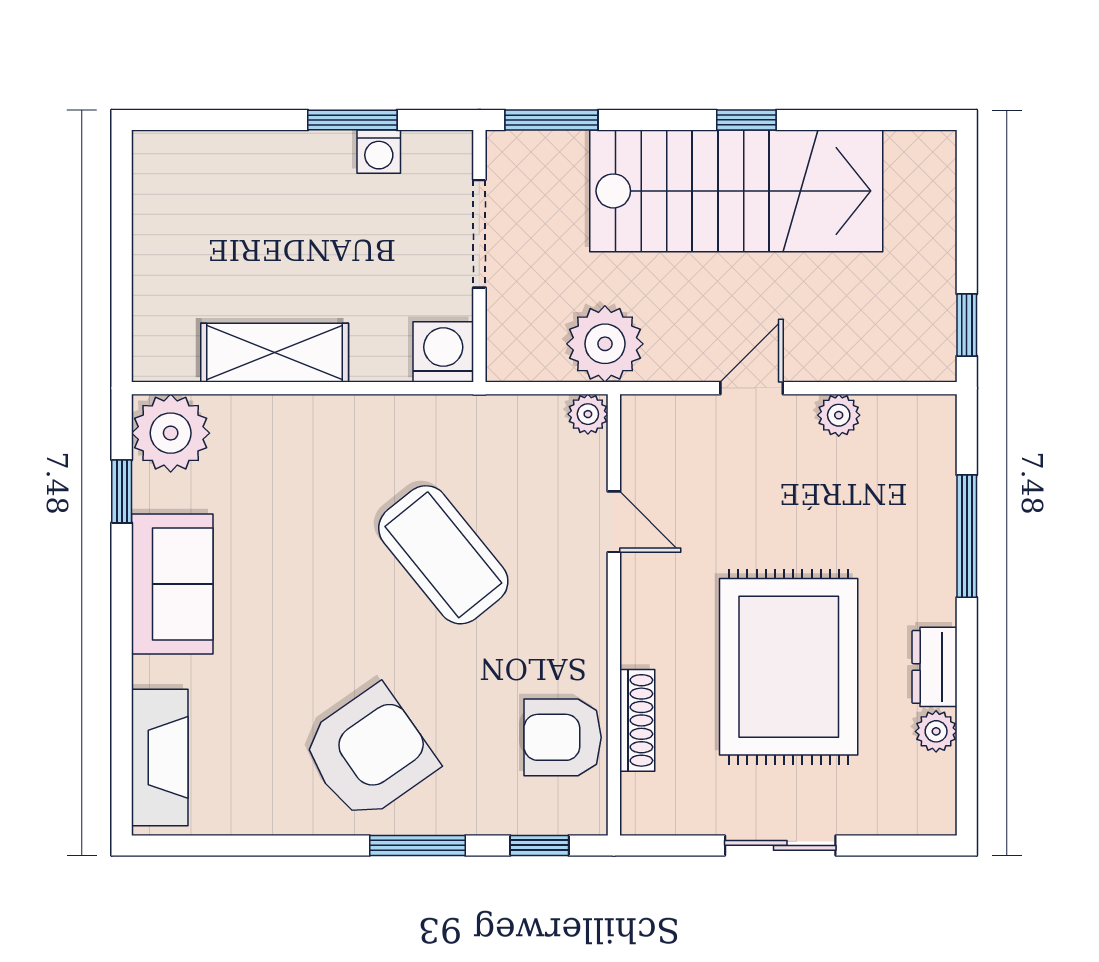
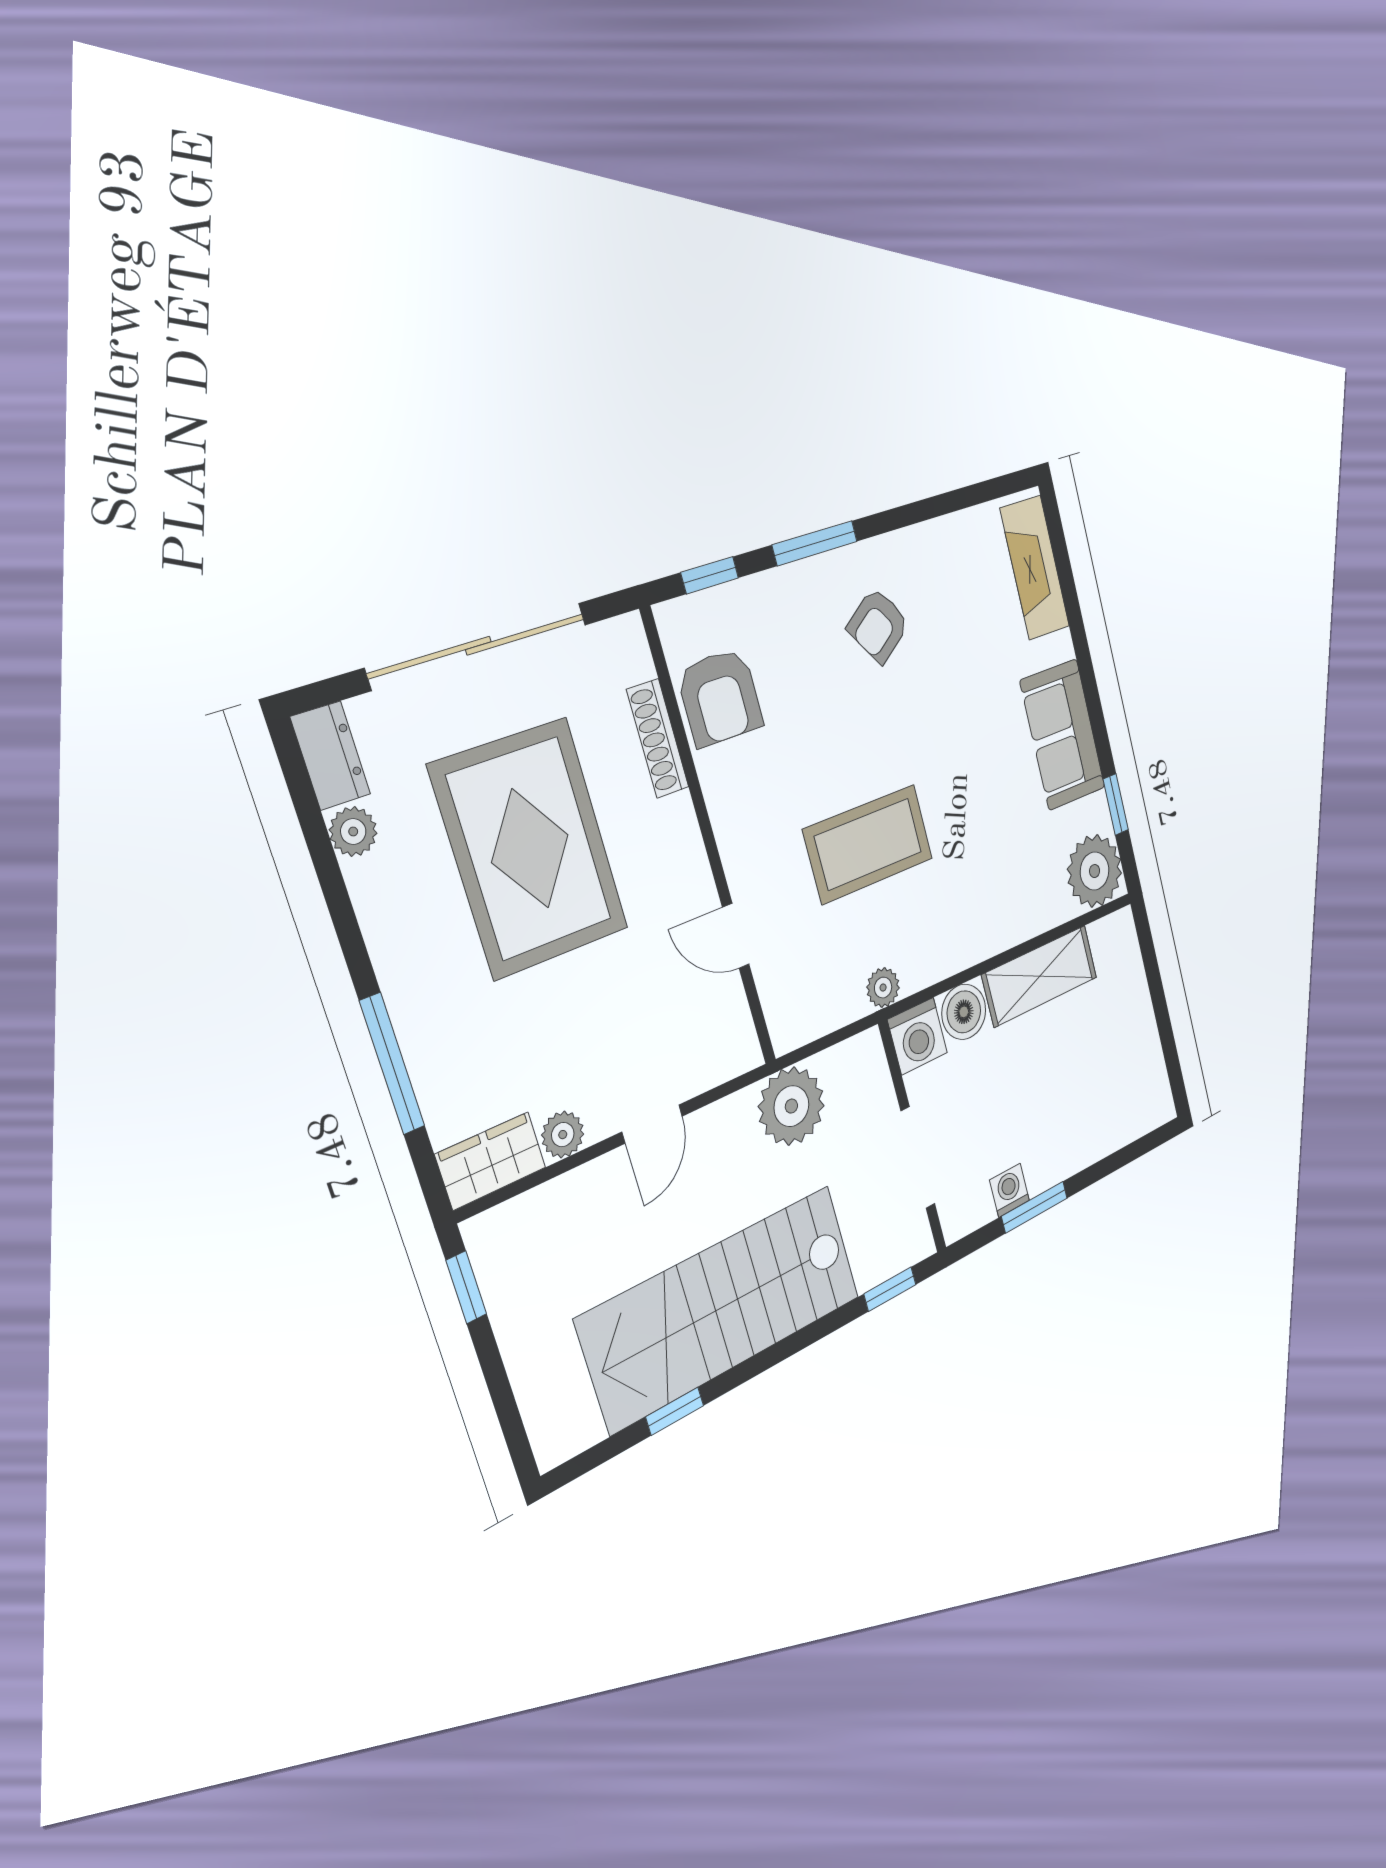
window: (551, 120) -> (890, 1289), width x0.67
window: (746, 120) -> (675, 1411), moved
boiler: (381, 354) -> (964, 1012), added
plant: (588, 414) -> (883, 988), moved
wardrobe: (910, 421) -> (491, 1161), added
coffee table: (443, 555) -> (868, 844), turned -51
dresser: (934, 667) -> (330, 756), moved
armchair: (563, 737) -> (720, 697), turned 90
armchair: (369, 753) -> (878, 625), width x0.53, depth x0.53
sliding door: (780, 845) -> (478, 646), width x1.86

